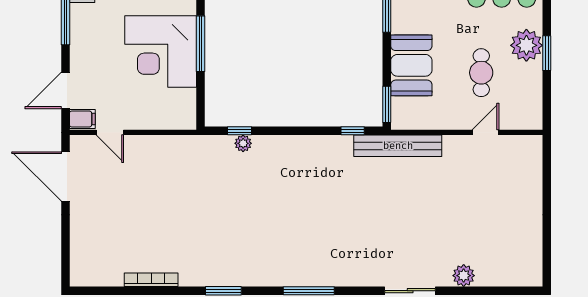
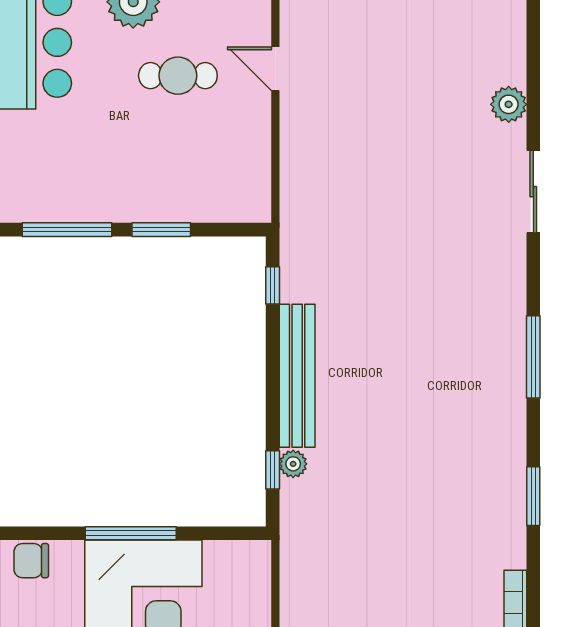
booth: (411, 65) -> (166, 189), removed
window: (387, 104) -> (161, 230), moved
bench: (398, 146) -> (297, 376), moved

